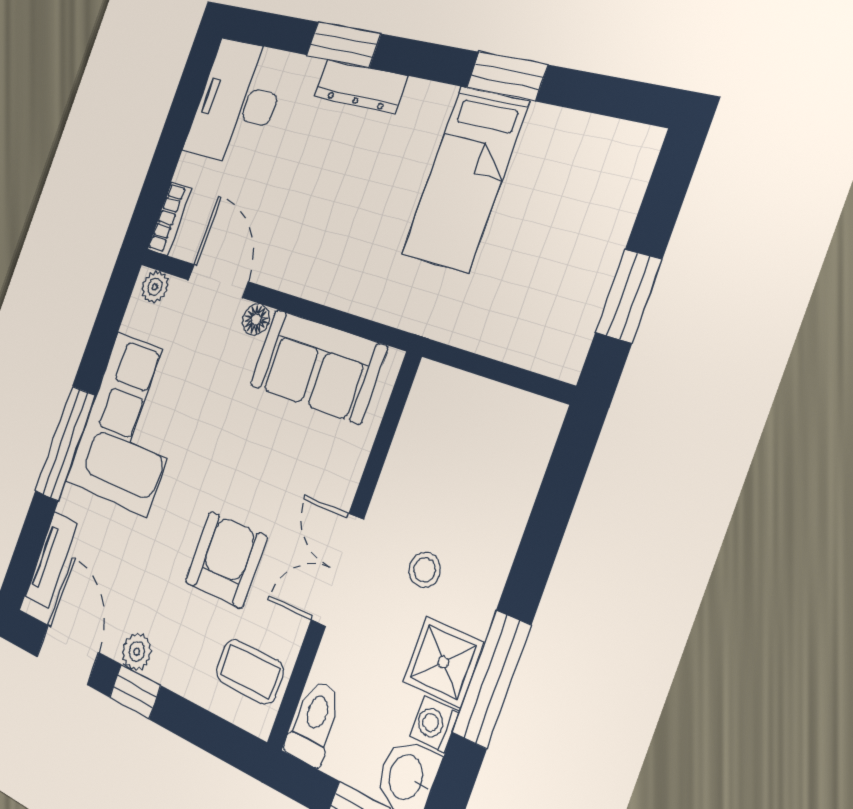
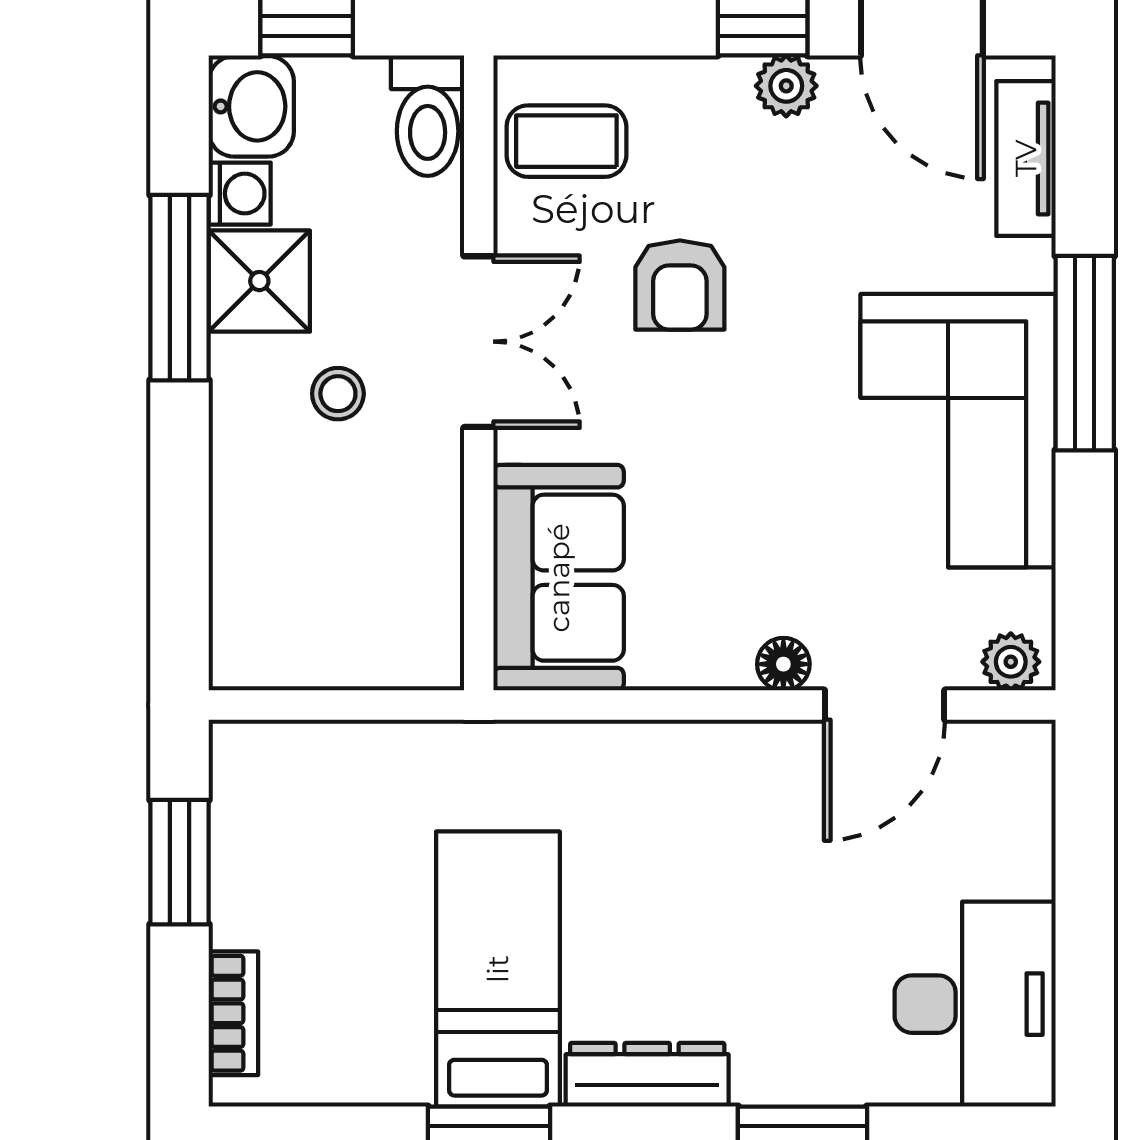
dresser: (360, 86) -> (647, 1075), moved
bookcase: (170, 219) -> (233, 1013), moved, turned 180
door: (218, 281) -> (885, 705), hinge flipped
sofa: (317, 366) -> (559, 578), moved, turned 90
armchair: (226, 560) -> (680, 285), width x0.72, depth x0.72

